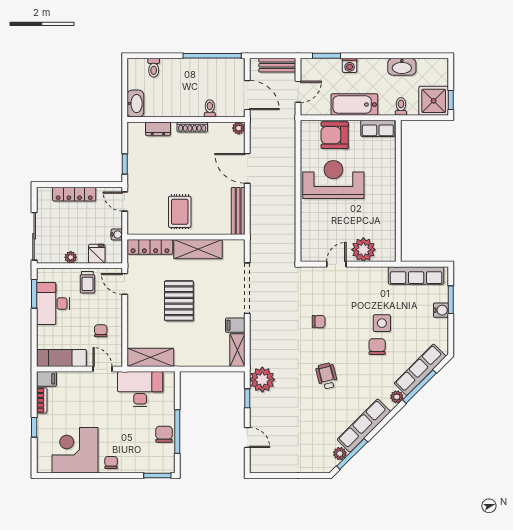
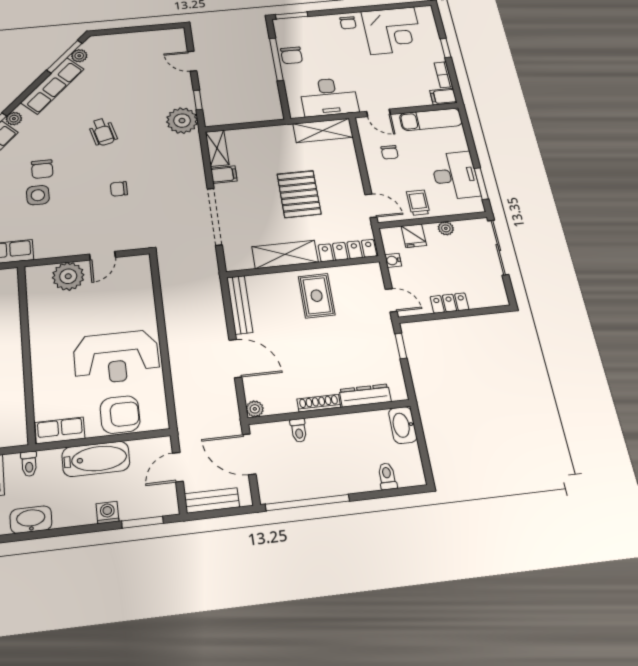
dresser: (158, 129) -> (365, 395), width x1.44
locker: (74, 194) -> (449, 303), width x0.66

